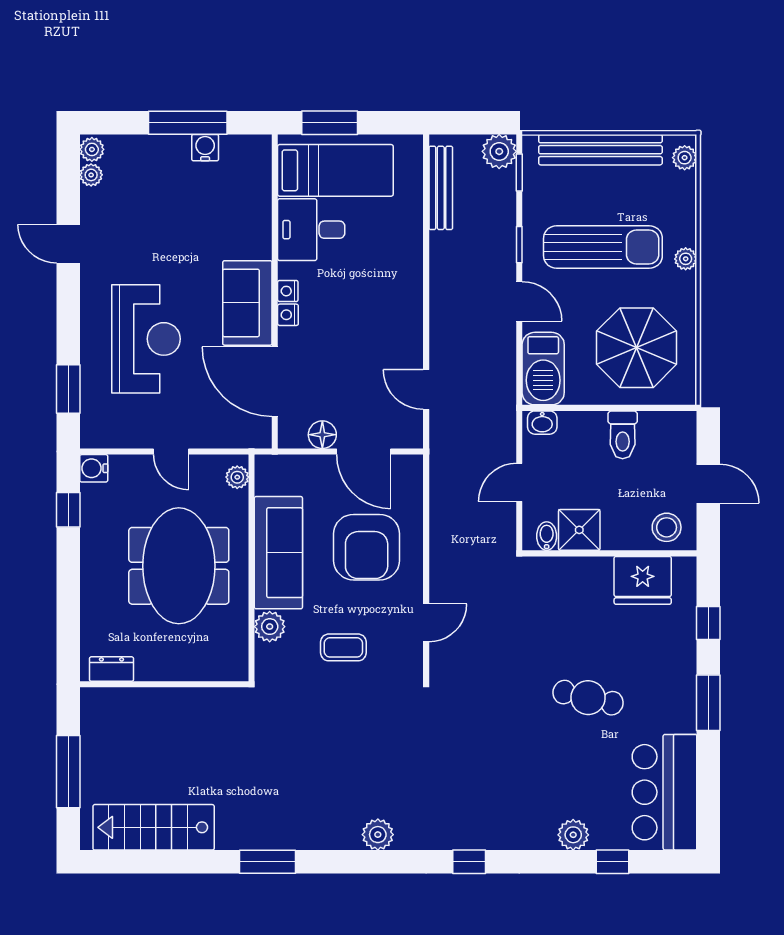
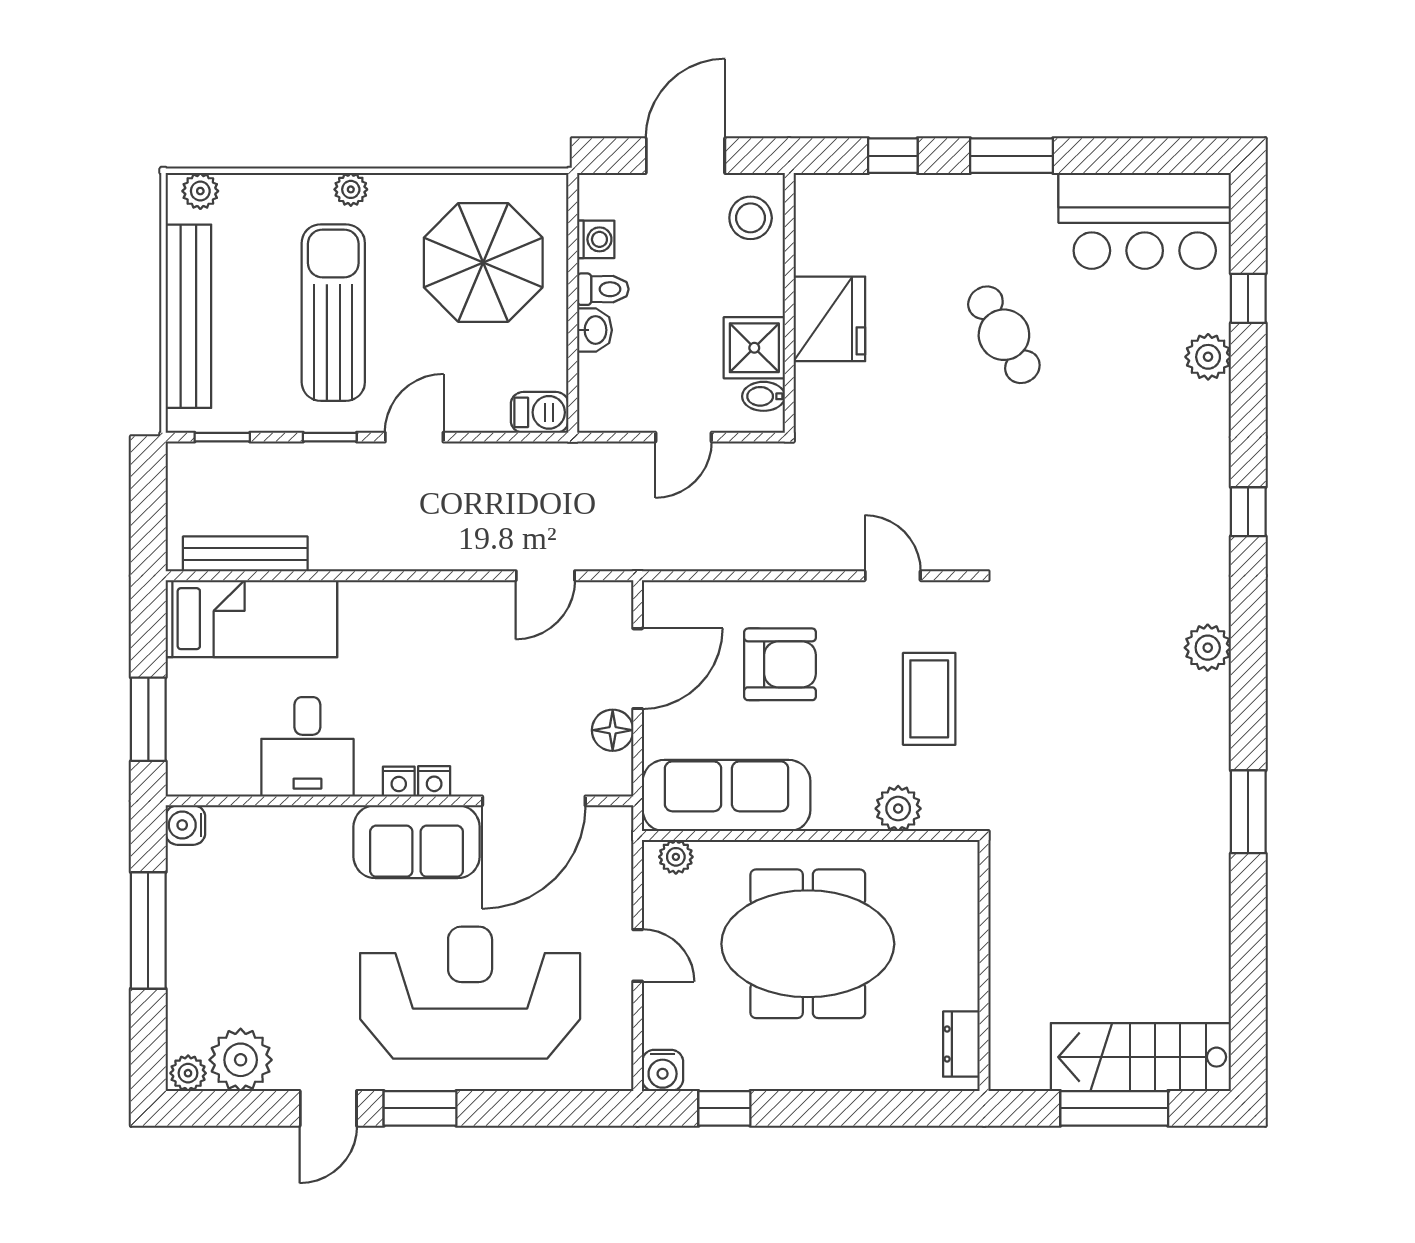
water cooler: (205, 148) -> (185, 825), moved
plant: (499, 151) -> (191, 467), removed
bed: (335, 170) -> (251, 619), moved, turned 90
plant: (91, 175) -> (241, 1060), width x1.88, depth x1.88
reception desk: (146, 339) -> (470, 993), width x1.36, depth x1.30
barbecue: (543, 369) -> (540, 412), width x0.53, depth x0.65
window: (68, 389) -> (420, 1108), moved
washbasin: (542, 423) -> (594, 330), moved
washing machine: (652, 423) -> (596, 239), added
toilet: (623, 435) -> (603, 289), width x0.73, depth x0.72
door: (171, 452) -> (638, 955), hinge flipped
door: (519, 482) -> (684, 437), hinge flipped
door: (708, 484) -> (685, 156), width x1.38
armchair: (367, 547) -> (780, 664), width x0.73, depth x0.73
sofa: (278, 553) -> (727, 796), moved
fridge: (643, 580) -> (829, 319), moved
coffee table: (343, 647) -> (929, 699), width x1.36, depth x1.30
cafe table: (588, 698) -> (1004, 335), turned -43
stairs: (154, 827) -> (1141, 1057), moved, turned 90

